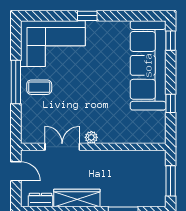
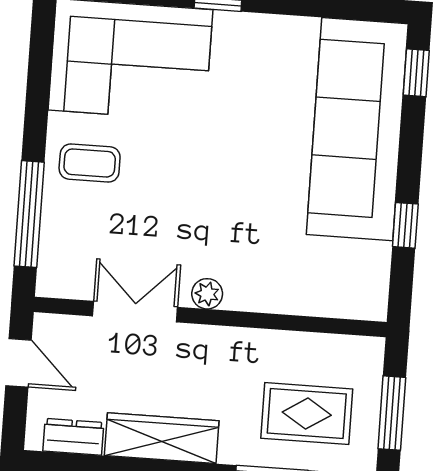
window: (16, 82) -> (29, 214), moved
rug: (136, 184) -> (307, 414), added

